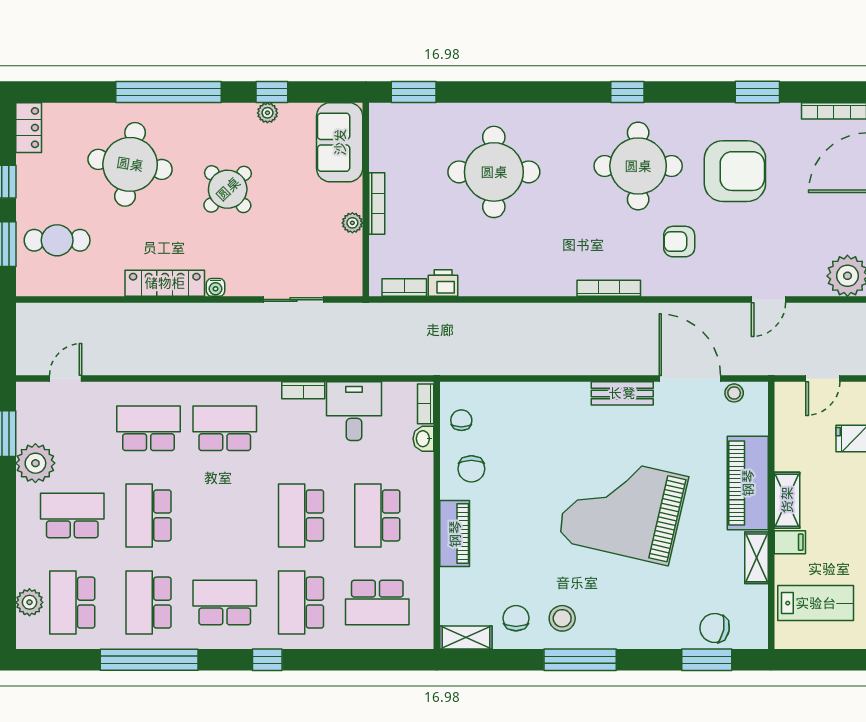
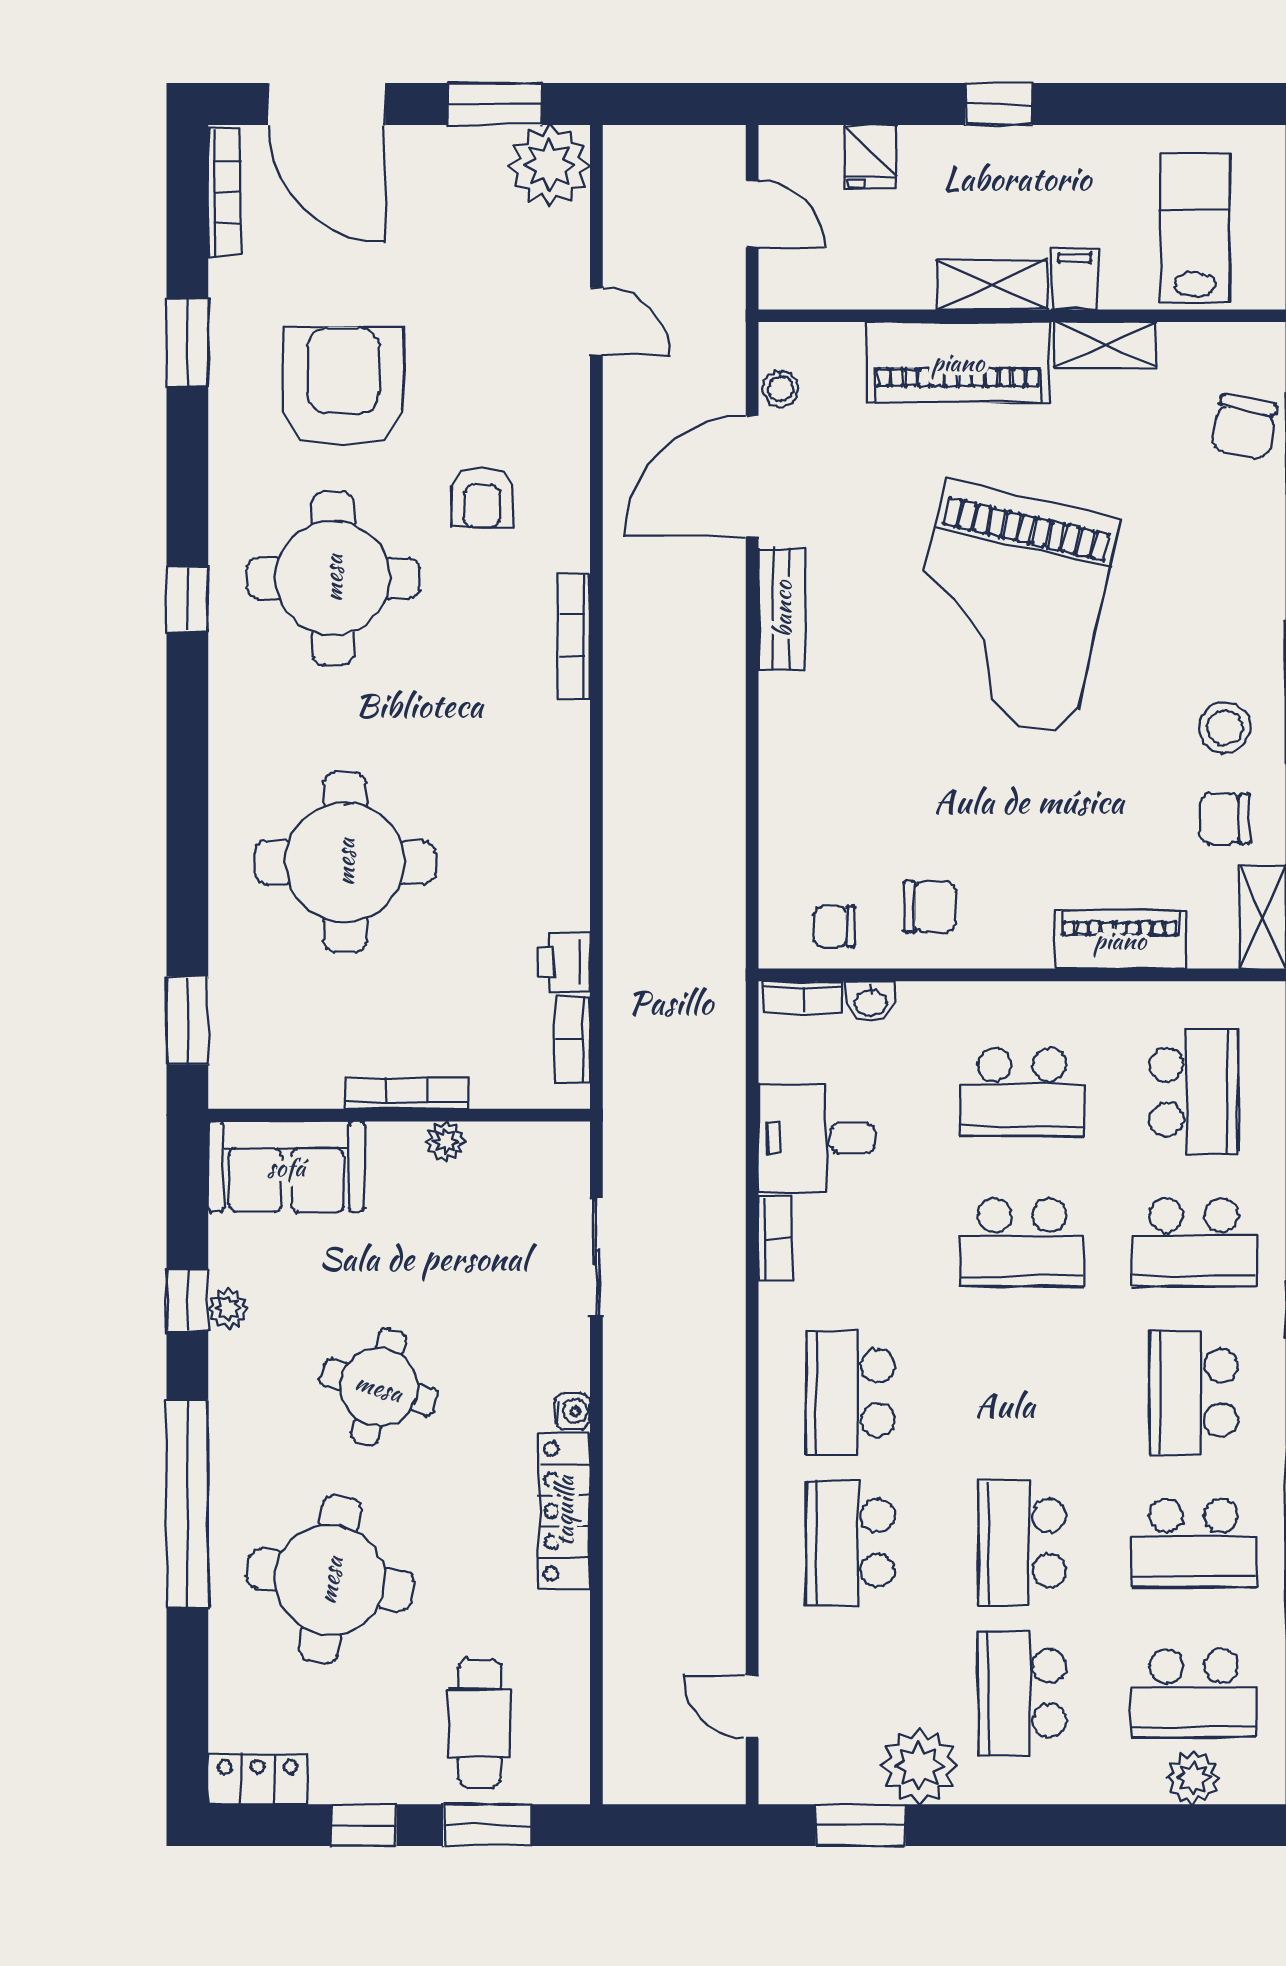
round table: (228, 189) -> (379, 1387), turned -30
school desk: (149, 515) -> (1022, 1543), turned 90
piano: (455, 534) -> (1120, 940), moved

